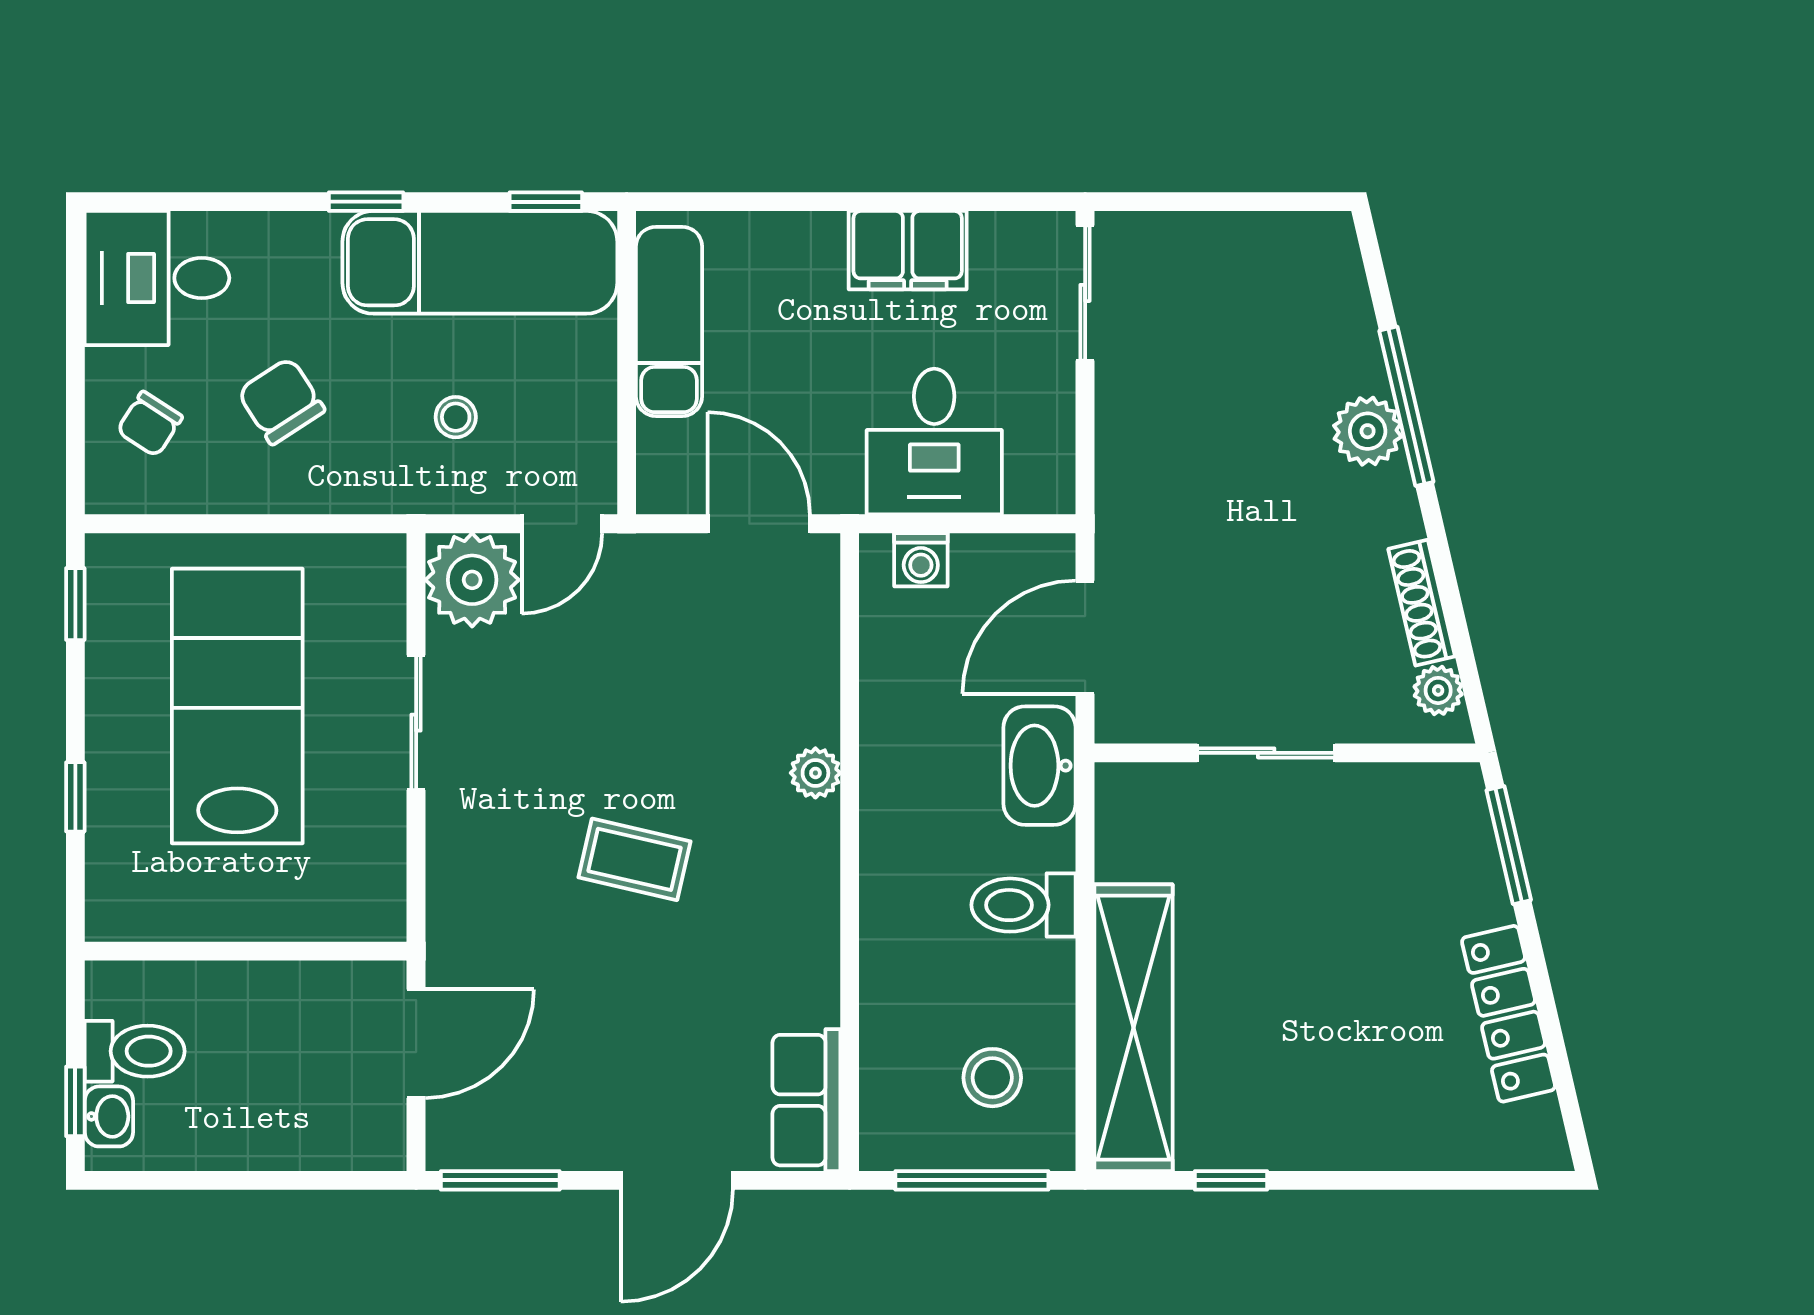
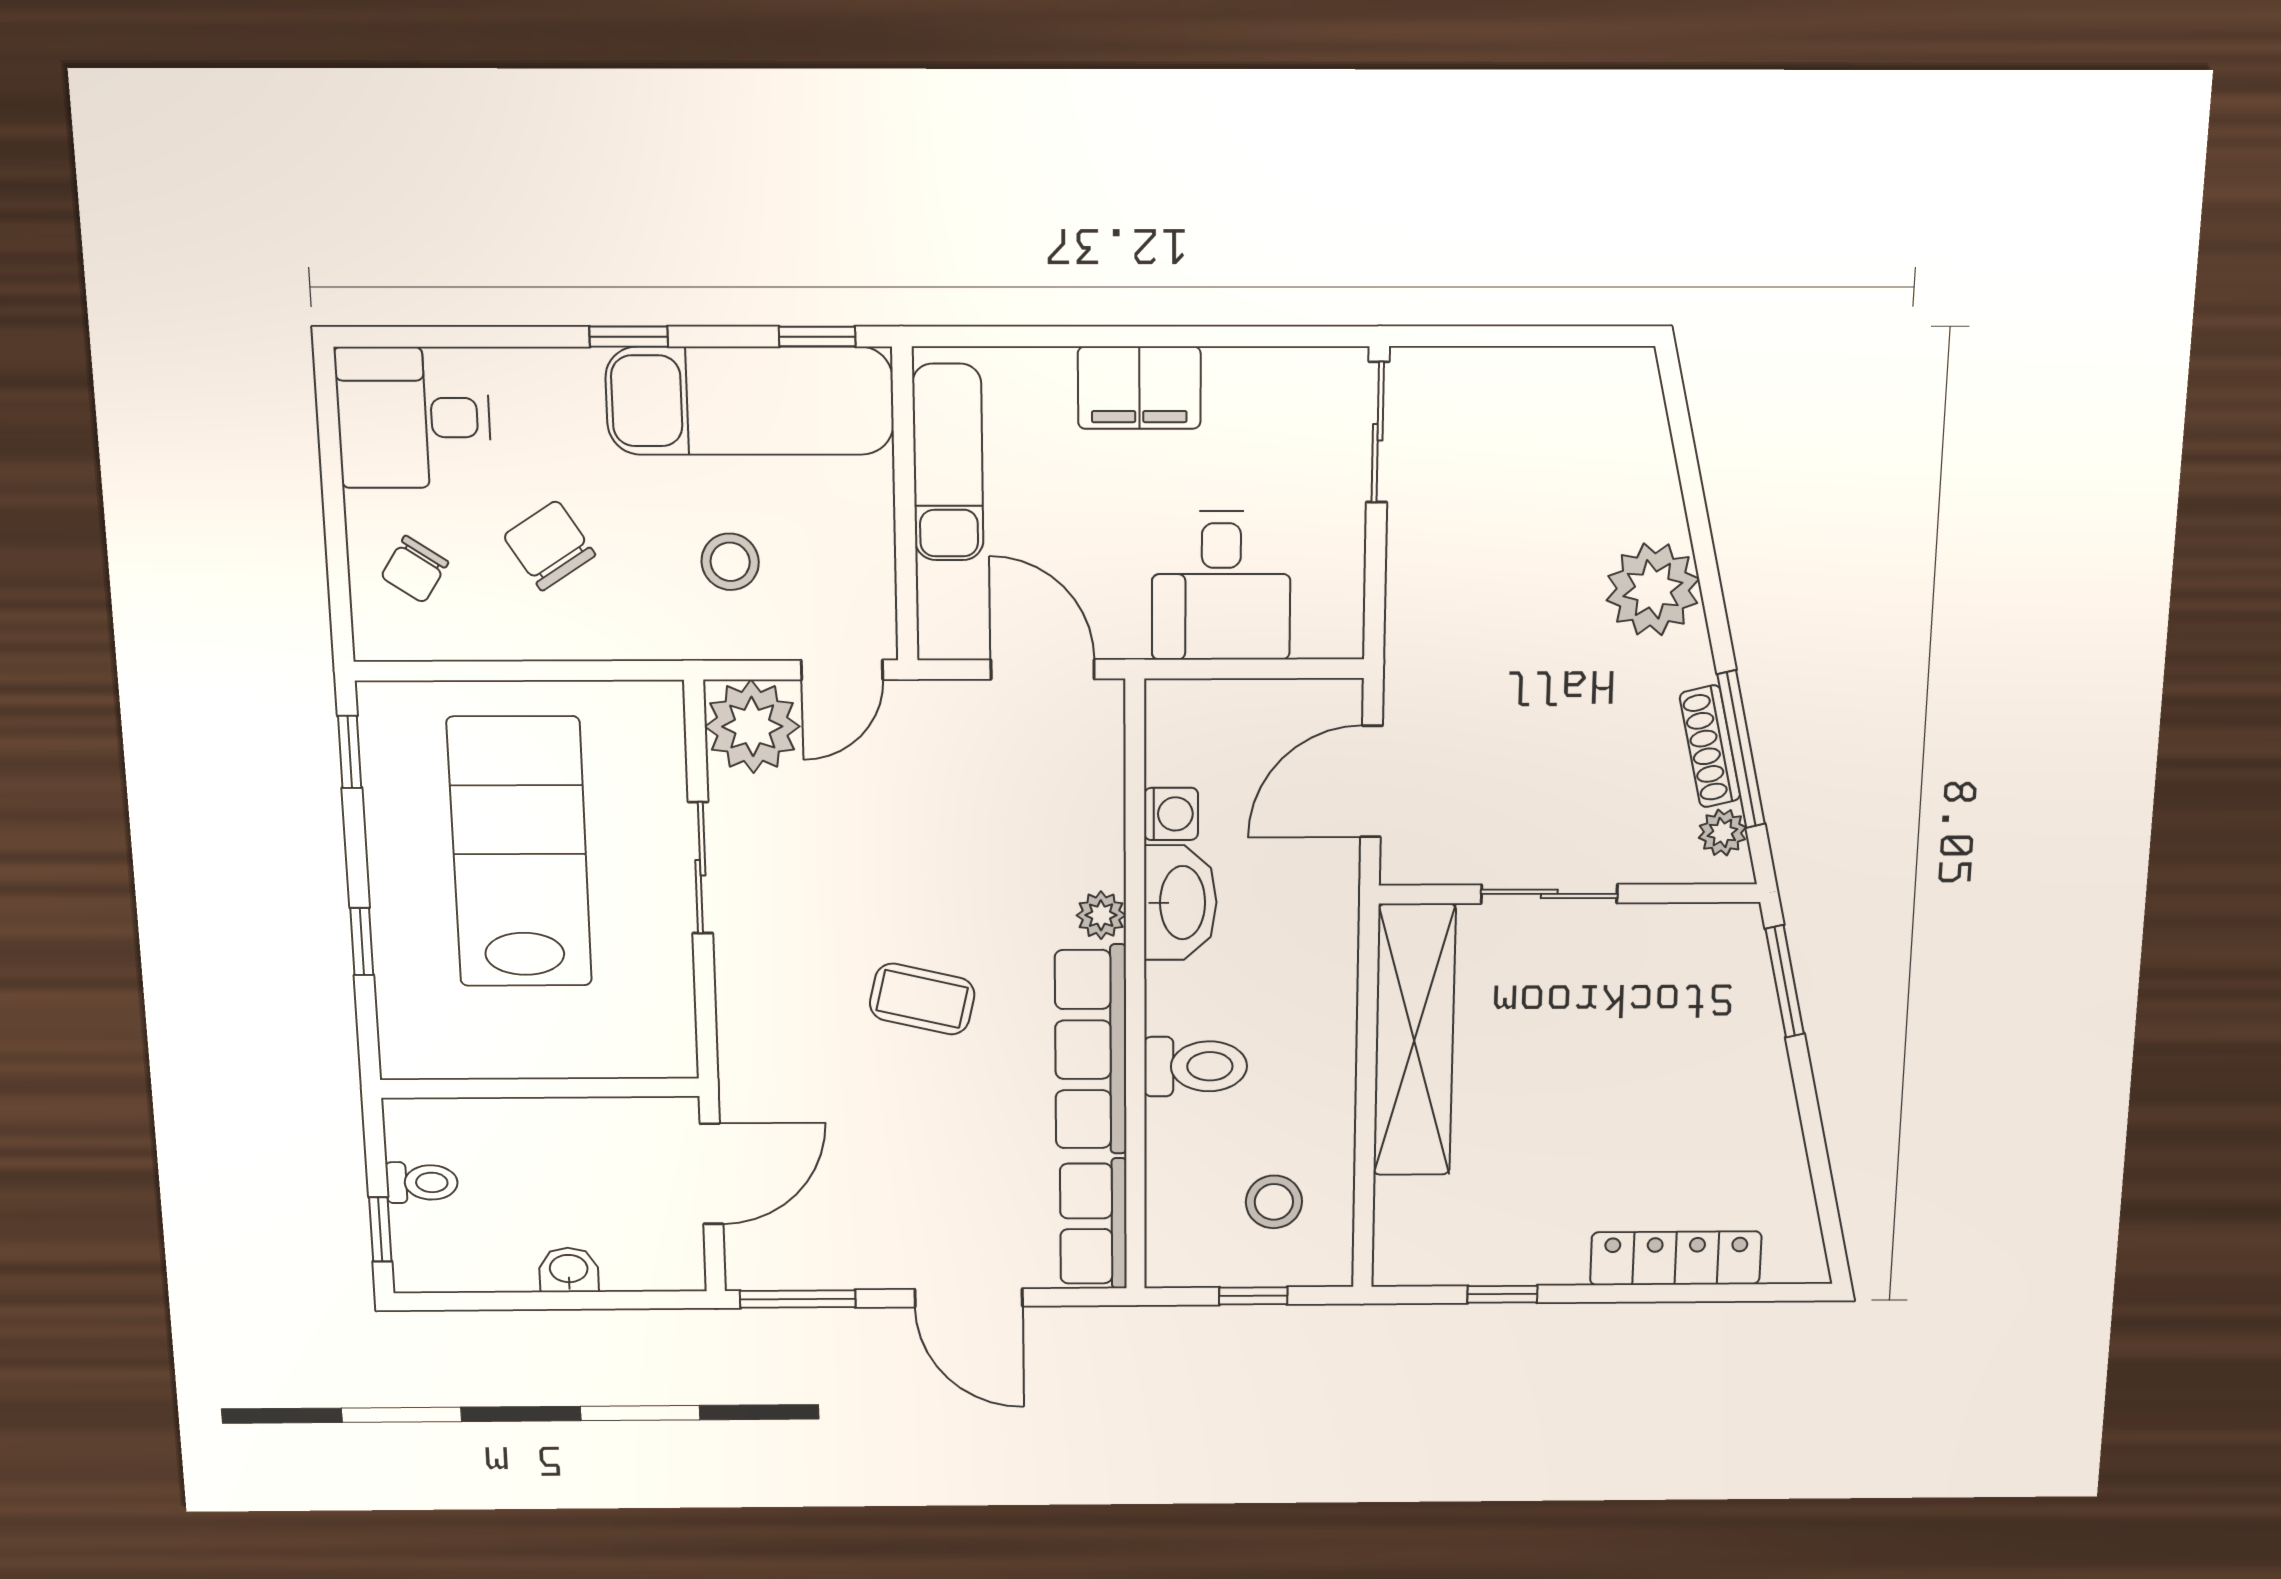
filing cabinet: (908, 250) -> (1139, 388), moved
window: (1406, 406) -> (1741, 749), moved
stool: (456, 417) -> (730, 562), width x1.37, depth x1.37
plant: (1368, 431) -> (1653, 589), width x1.36, depth x1.36
washing machine: (921, 560) -> (1171, 814), moved, turned -90
washbasin: (1040, 766) -> (1180, 903), moved, turned 180
toilet: (1024, 905) -> (1196, 1066), moved, turned 180
row of seats: (805, 913) -> (1091, 1050), added
locker: (1508, 1014) -> (1676, 1258), moved, turned 103
shelving: (1133, 1028) -> (1414, 1041), moved
toilet: (135, 1051) -> (422, 1182), width x0.73, depth x0.72
washbasin: (109, 1116) -> (569, 1270), moved, turned -90
door: (677, 1180) -> (969, 1298), hinge flipped
window: (972, 1180) -> (1253, 1296), width x0.46

